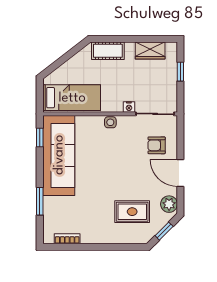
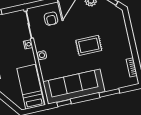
rug: (132, 212) -> (89, 45), moved, turned 90

